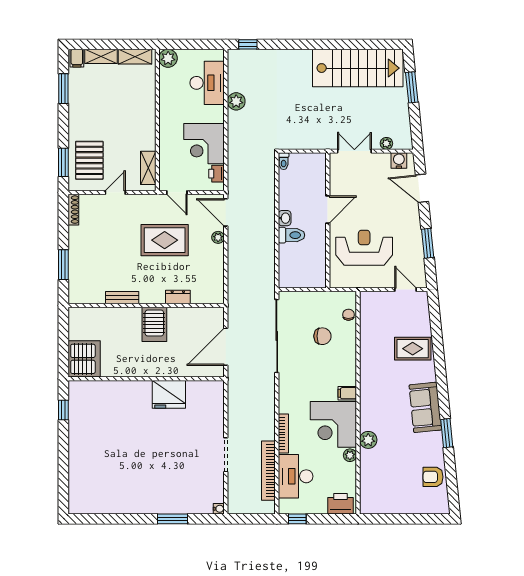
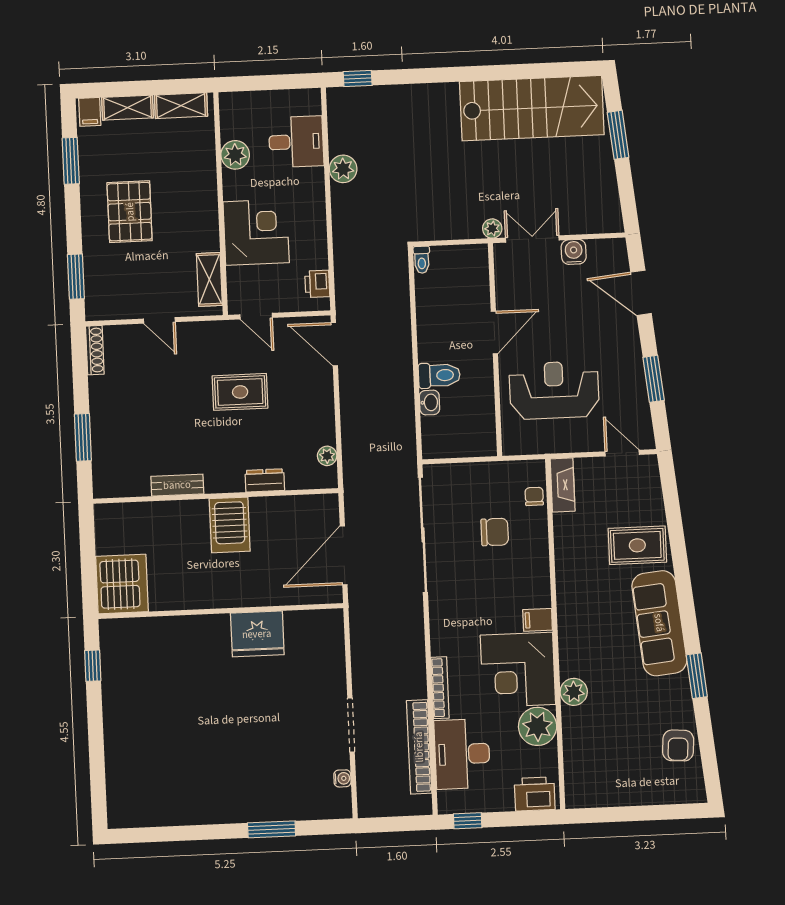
plant: (168, 58) -> (235, 155), moved
desk: (207, 83) -> (296, 142), width x0.73
plant: (386, 143) -> (492, 229), moved
corner desk: (204, 144) -> (256, 232), moved, turned 180
pallet: (89, 160) -> (130, 212), moved
water cooler: (399, 160) -> (574, 252), moved
door: (115, 192) -> (159, 320), swing flipped
washbasin: (285, 218) -> (430, 403), moved
plant: (218, 237) -> (327, 456), moved
rug: (165, 240) -> (240, 392), width x0.73, depth x0.70
fireplace: (367, 308) -> (563, 485), added
sofa: (425, 407) -> (659, 623), width x1.36
plant: (350, 455) -> (538, 726), width x1.88, depth x1.88
armchair: (433, 477) -> (678, 745), turned -86
water cooler: (219, 509) -> (342, 778), moved

